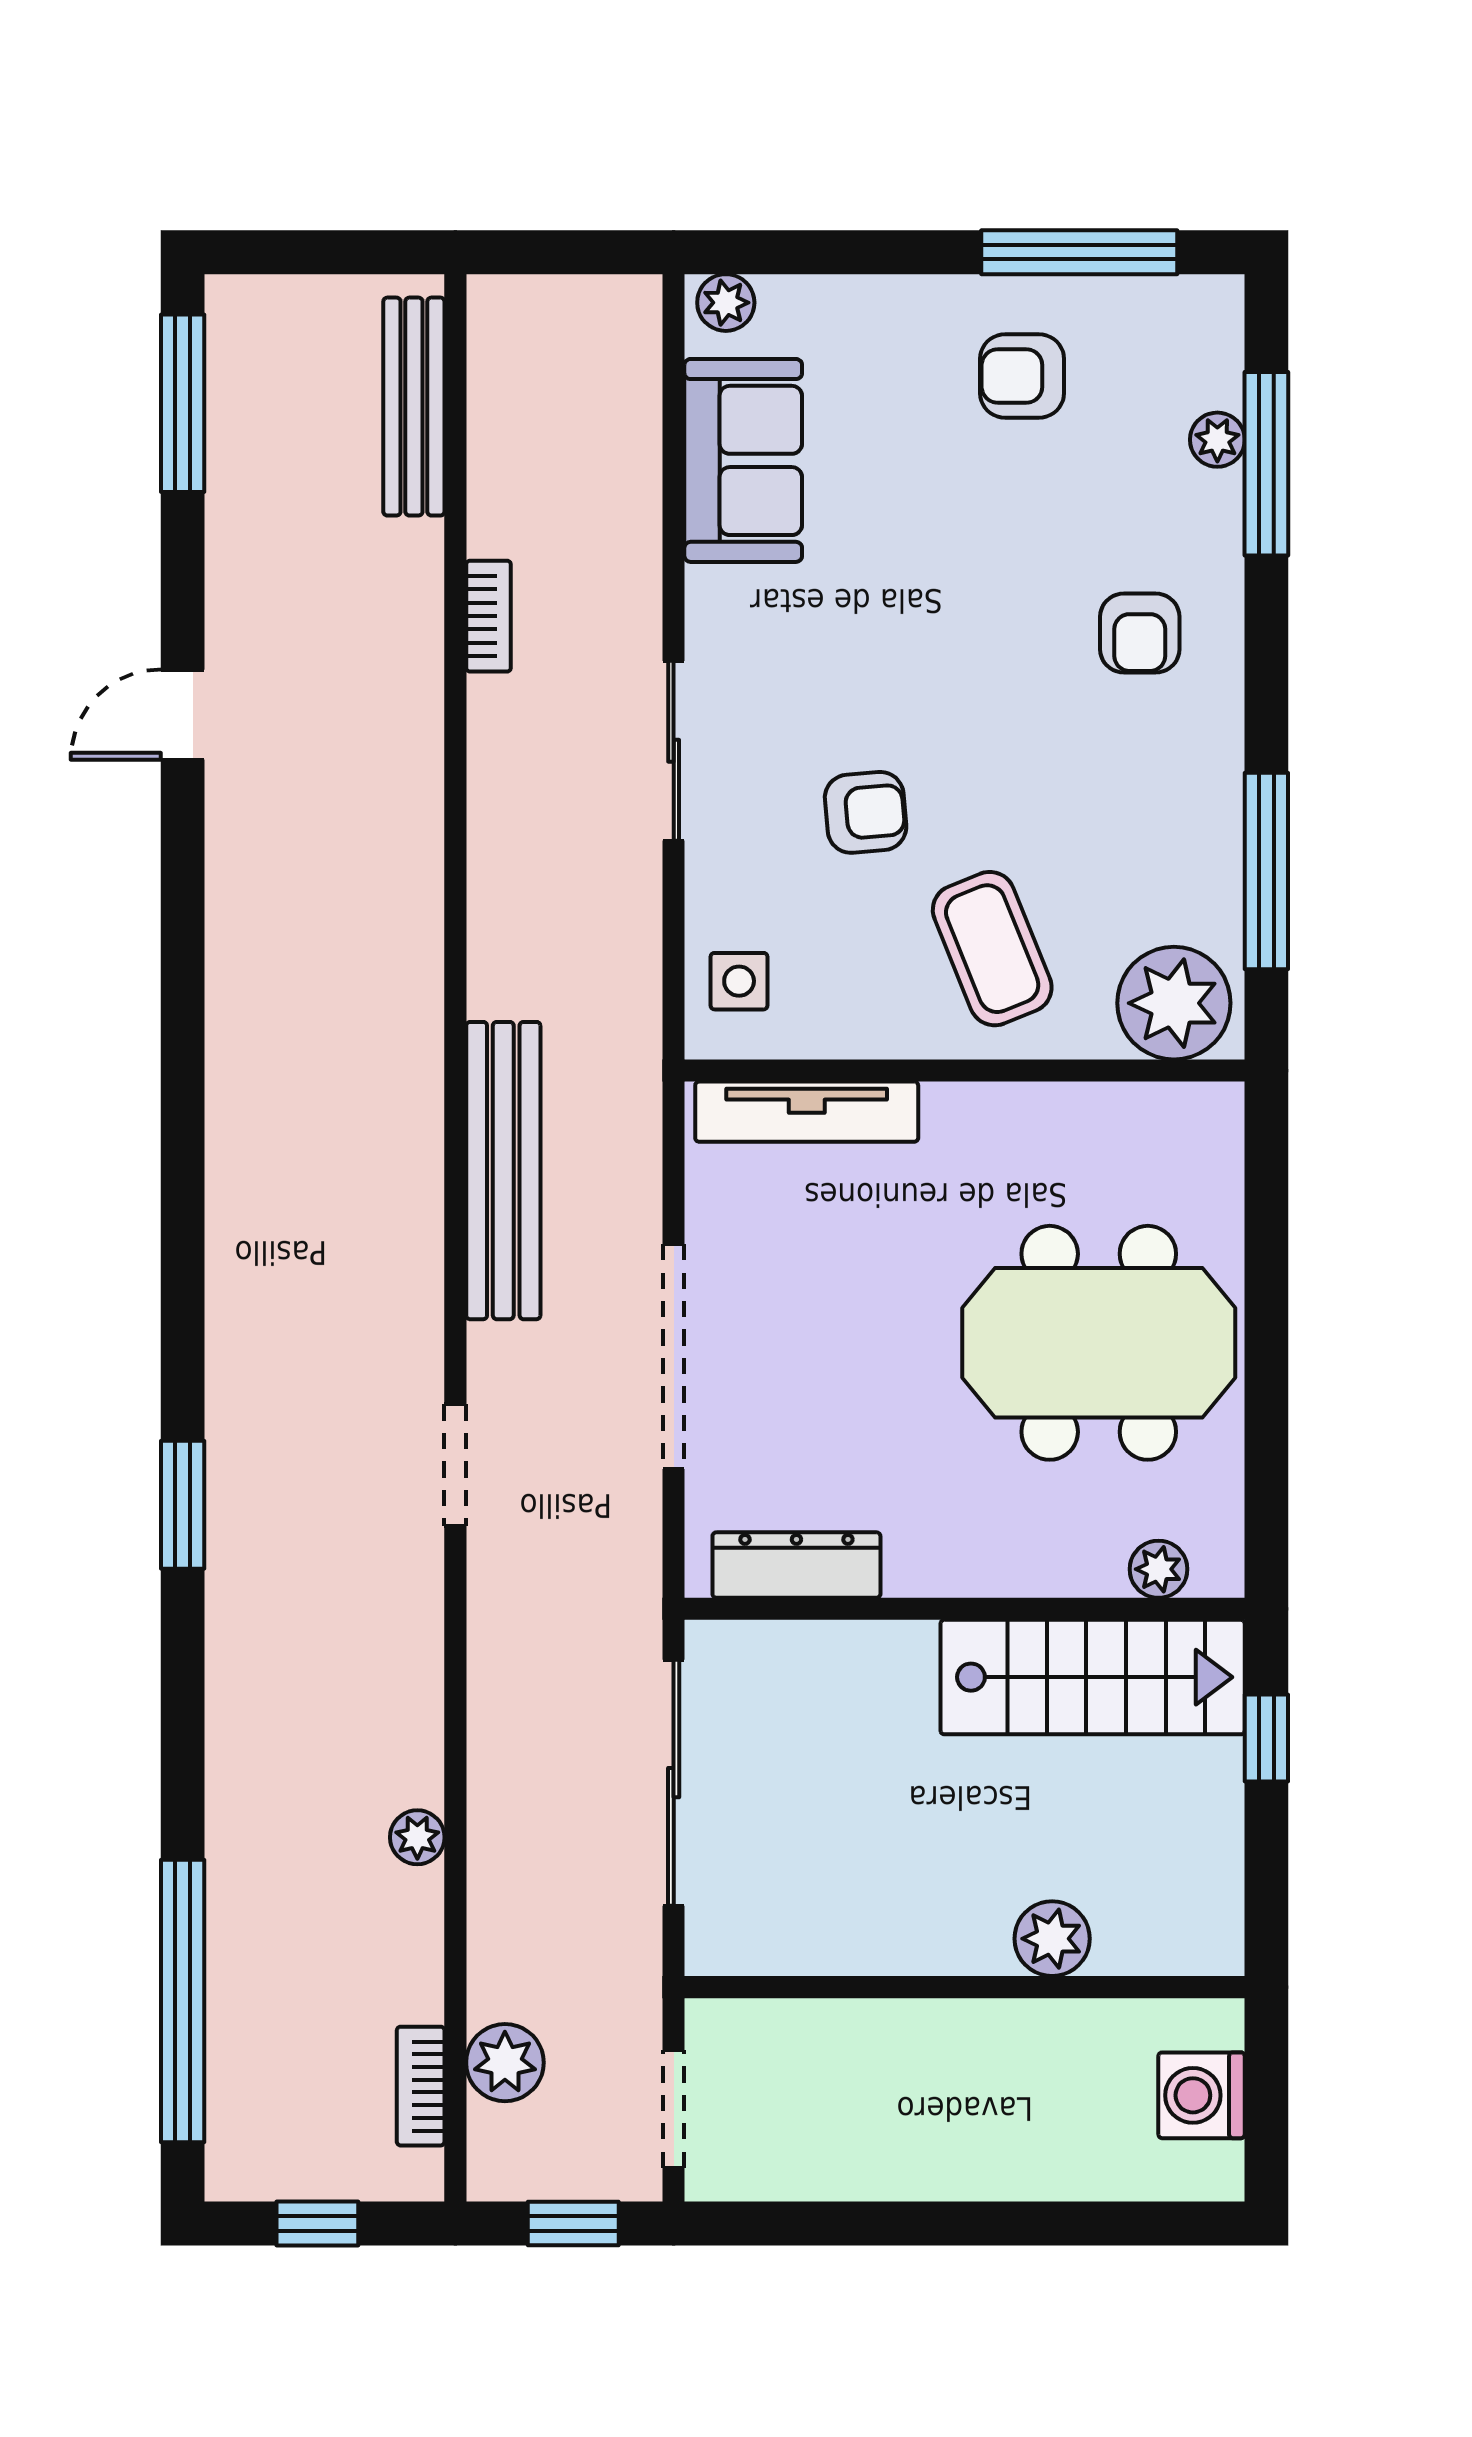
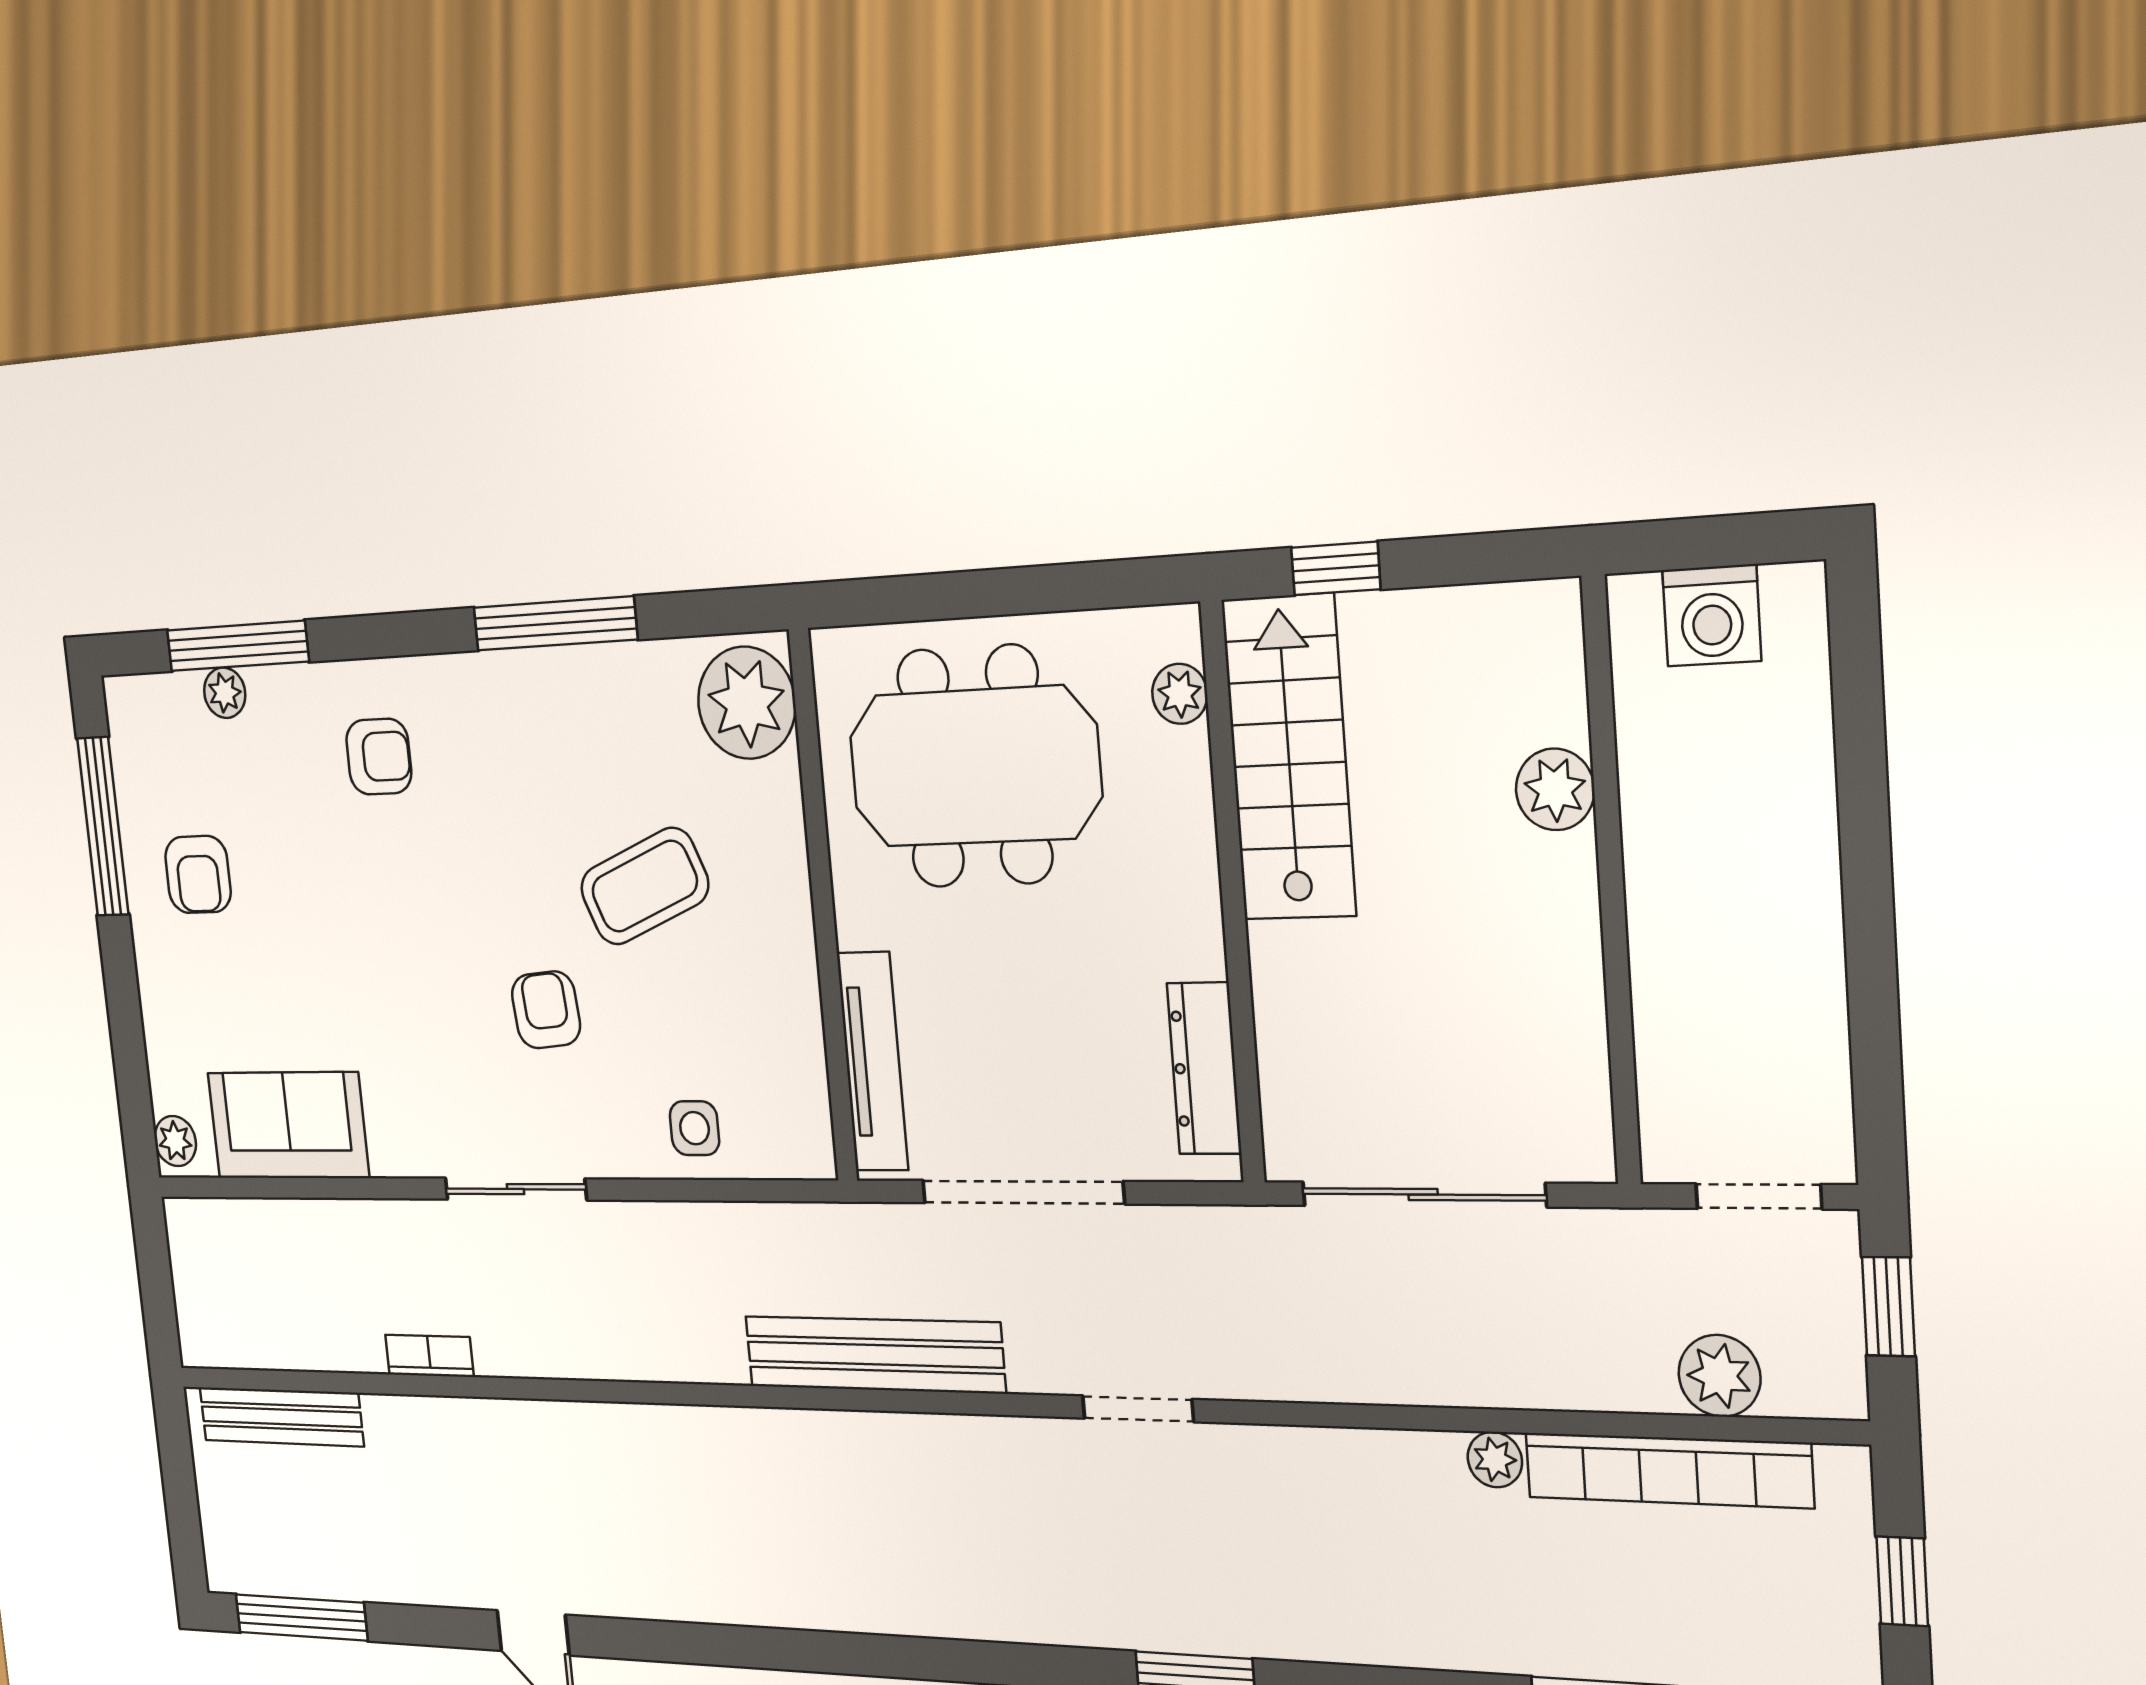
plant: (1174, 1003) -> (747, 703), moved
wall: (965, 1071) -> (823, 907), moved
tv unit: (807, 1112) -> (873, 1062), moved
meeting table: (1099, 1343) -> (975, 766), turned 90
bookcase: (421, 2086) -> (1668, 1470), width x2.31, depth x1.31

